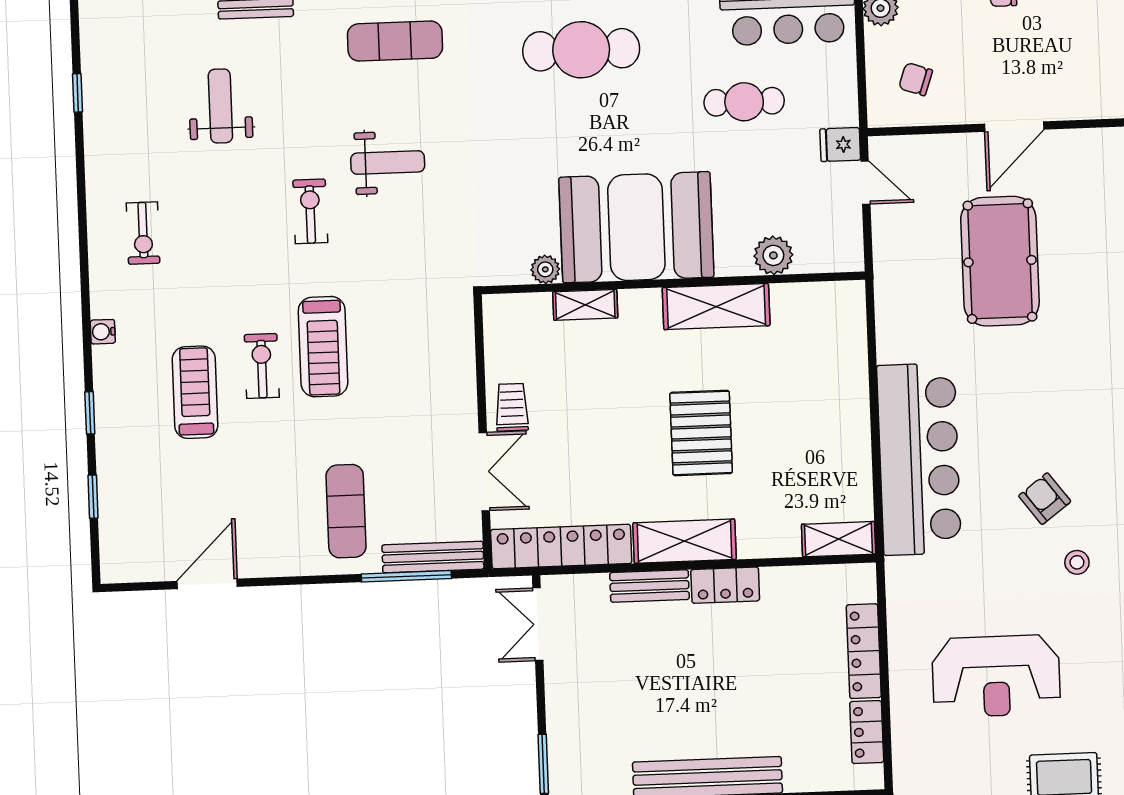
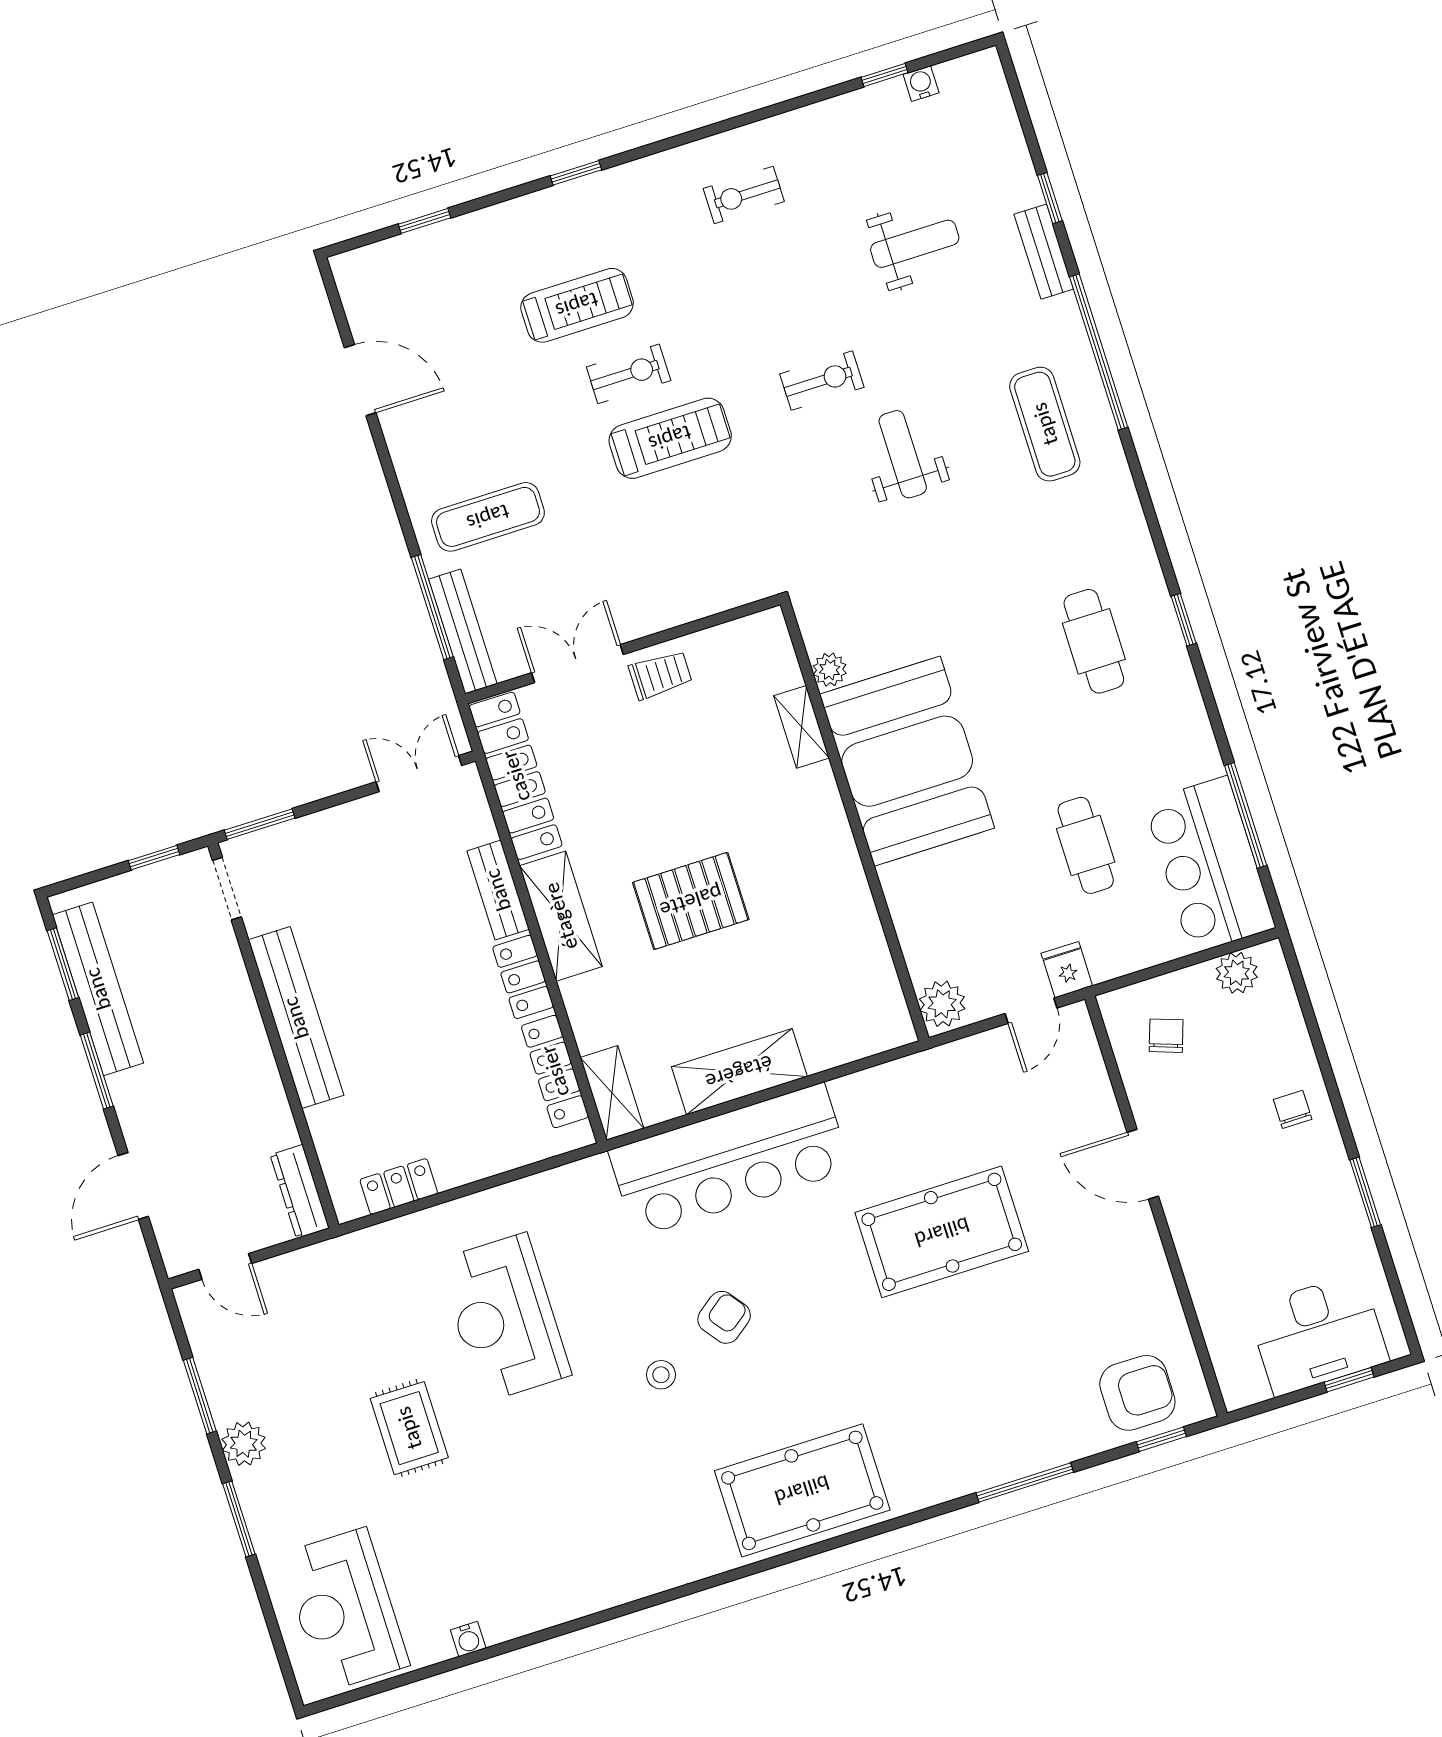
cafe table: (581, 50) -> (1094, 641), width x0.73, depth x0.74
weight bench: (388, 163) -> (903, 454), turned 180
plant: (773, 255) -> (942, 1004), moved
pool table: (1000, 261) -> (942, 1232), moved
shelving: (716, 307) -> (739, 1072), moved, turned 90
water cooler: (103, 332) -> (921, 84), moved
treadmill: (323, 347) -> (670, 438), turned 180
window: (90, 413) -> (576, 173), moved
double door: (484, 472) -> (577, 664), swing flipped
locker: (864, 651) -> (555, 1071), moved, turned -90

